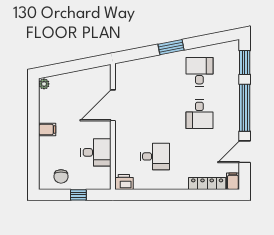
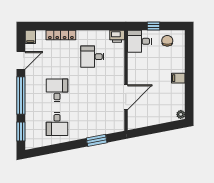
window: (171, 47) -> (97, 140), moved
desk: (96, 152) -> (139, 41), moved
locker: (207, 183) -> (61, 35), moved

